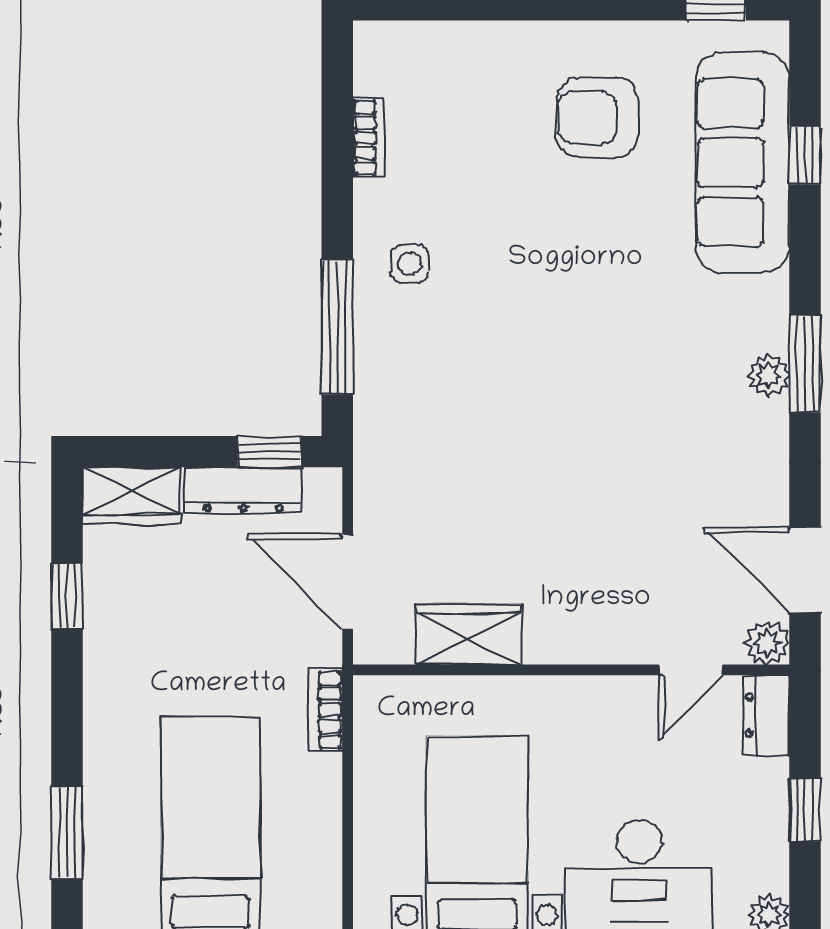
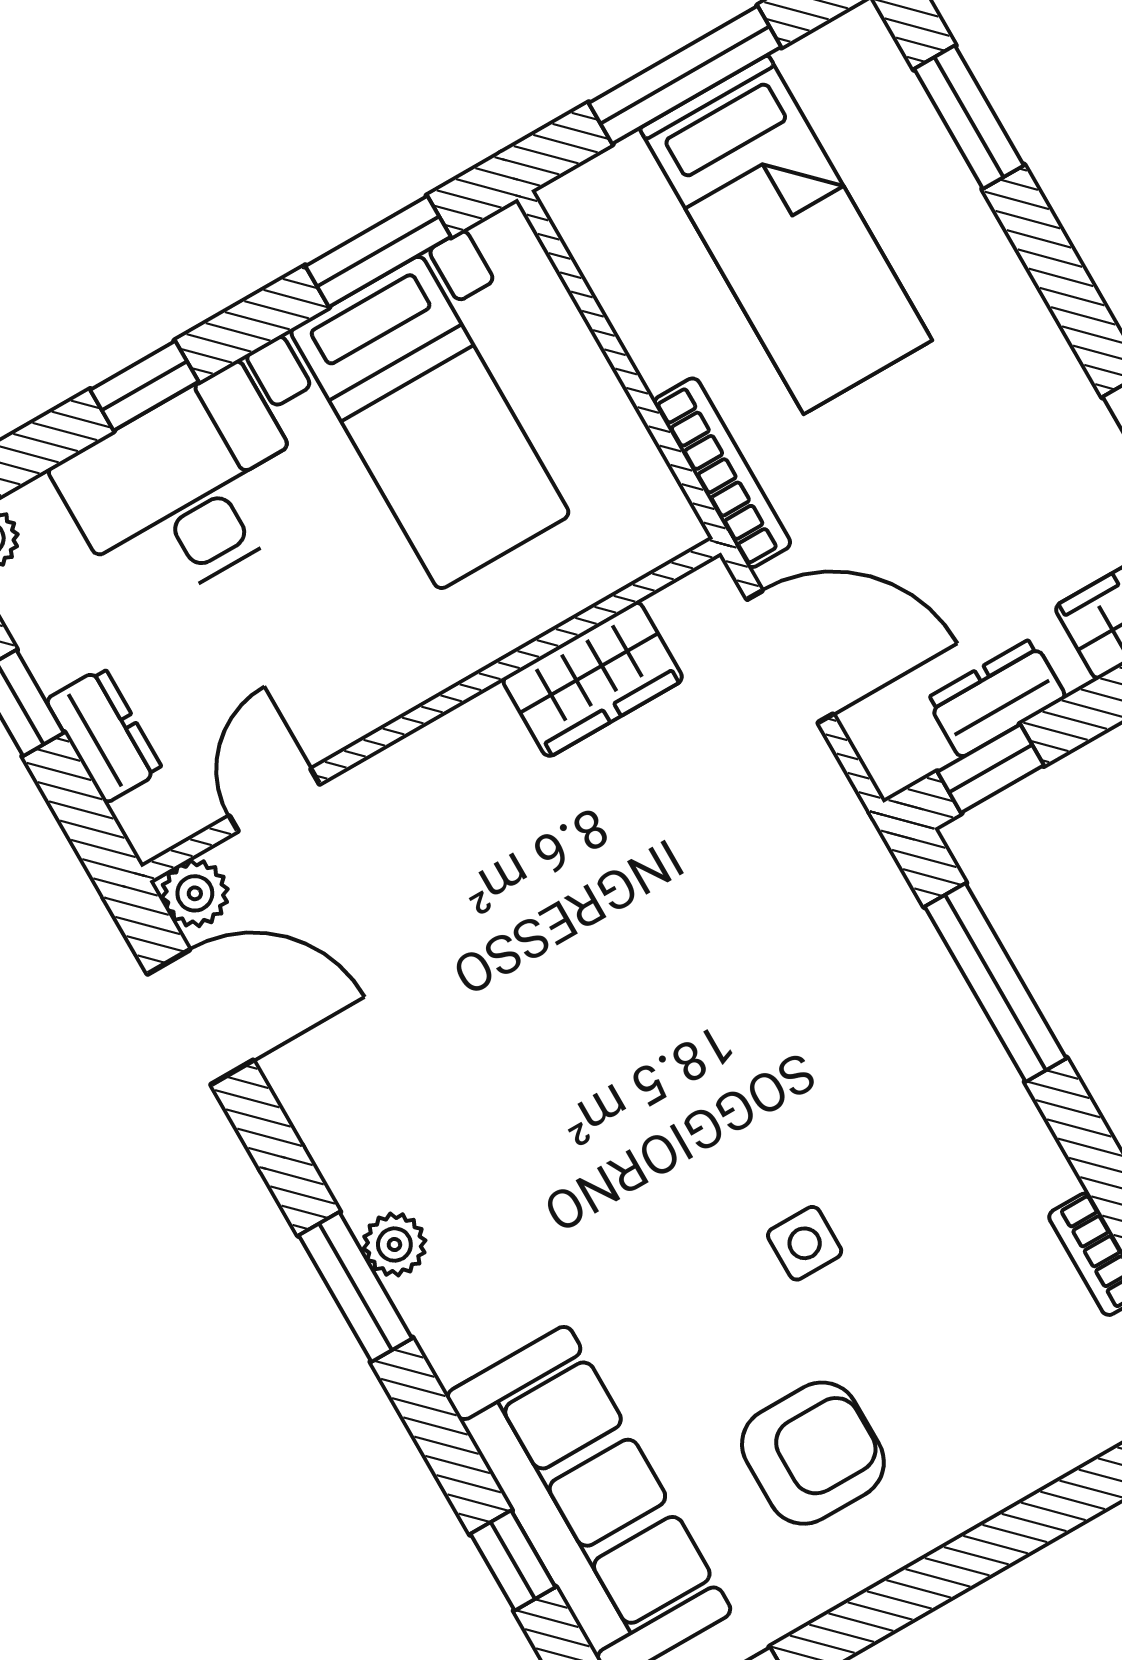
side table: (409, 264) -> (805, 1243), moved
dresser: (243, 490) -> (996, 698), width x0.70
bookcase: (326, 710) -> (722, 473), width x1.56
dresser: (767, 715) -> (104, 735), moved

